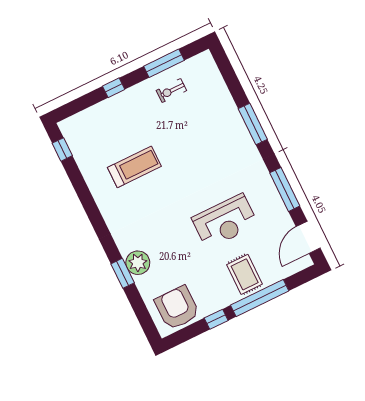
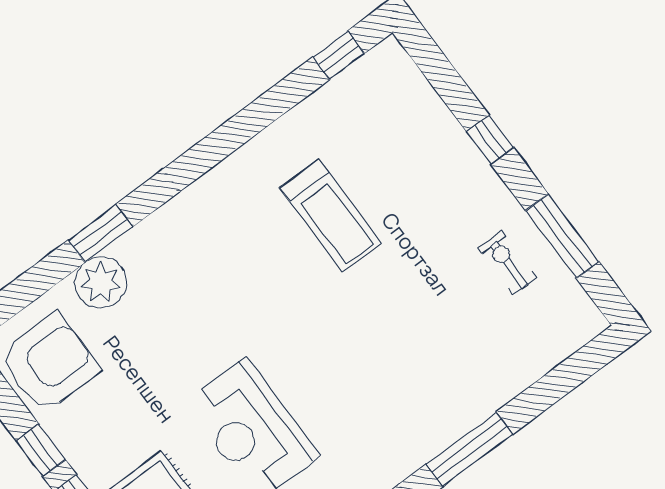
plant: (138, 263) -> (101, 282), moved

